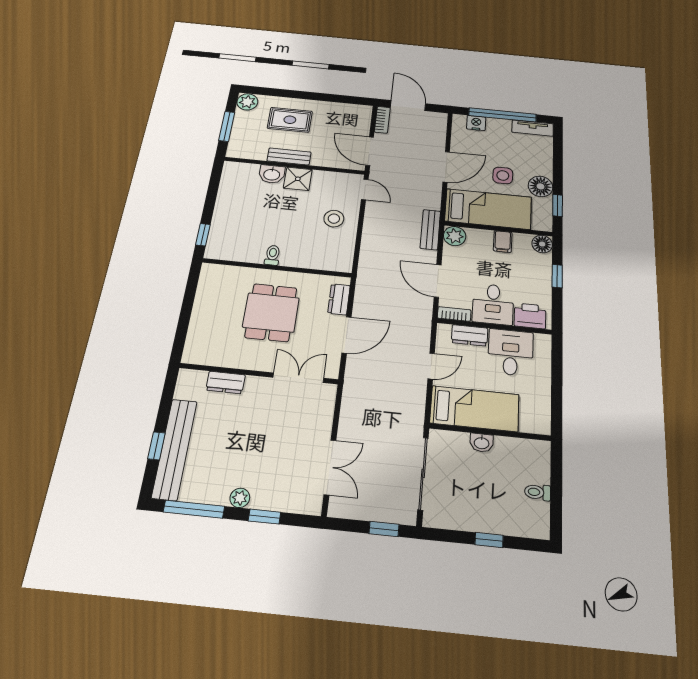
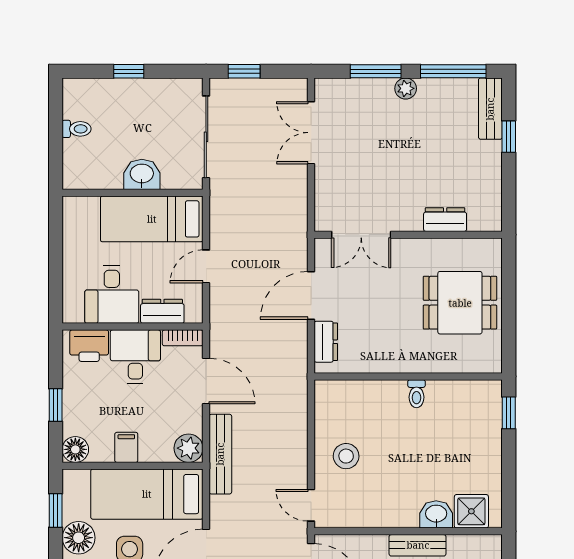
shower: (298, 179) -> (471, 511), moved
bench: (430, 230) -> (220, 454), width x1.36
dining table: (271, 313) -> (460, 303), moved, turned 90
washbasin: (482, 443) -> (142, 174), width x1.38, depth x1.45
bench: (175, 449) -> (490, 109), width x0.54, depth x0.82
window: (264, 517) -> (376, 71), width x1.50

